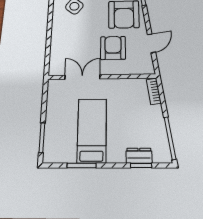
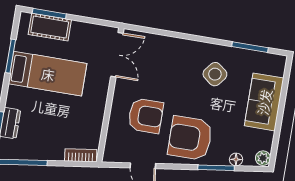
double door: (82, 77) -> (117, 55), moved
cot: (53, 135) -> (50, 27), added

